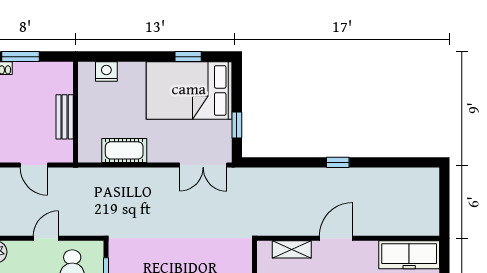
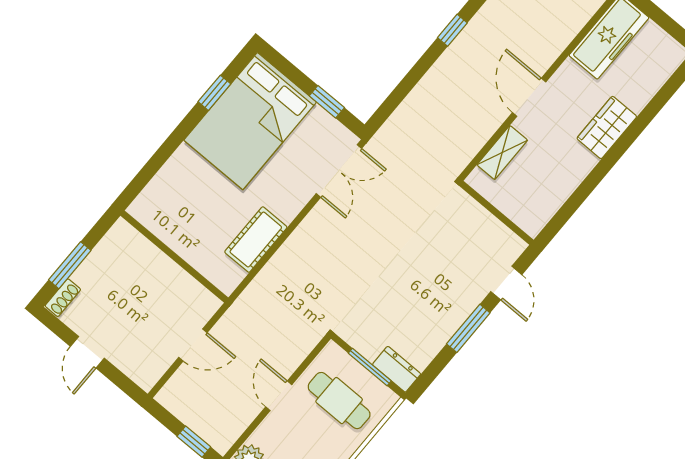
nightstand: (106, 72) -> (159, 190), removed
bench: (65, 117) -> (170, 272), removed

